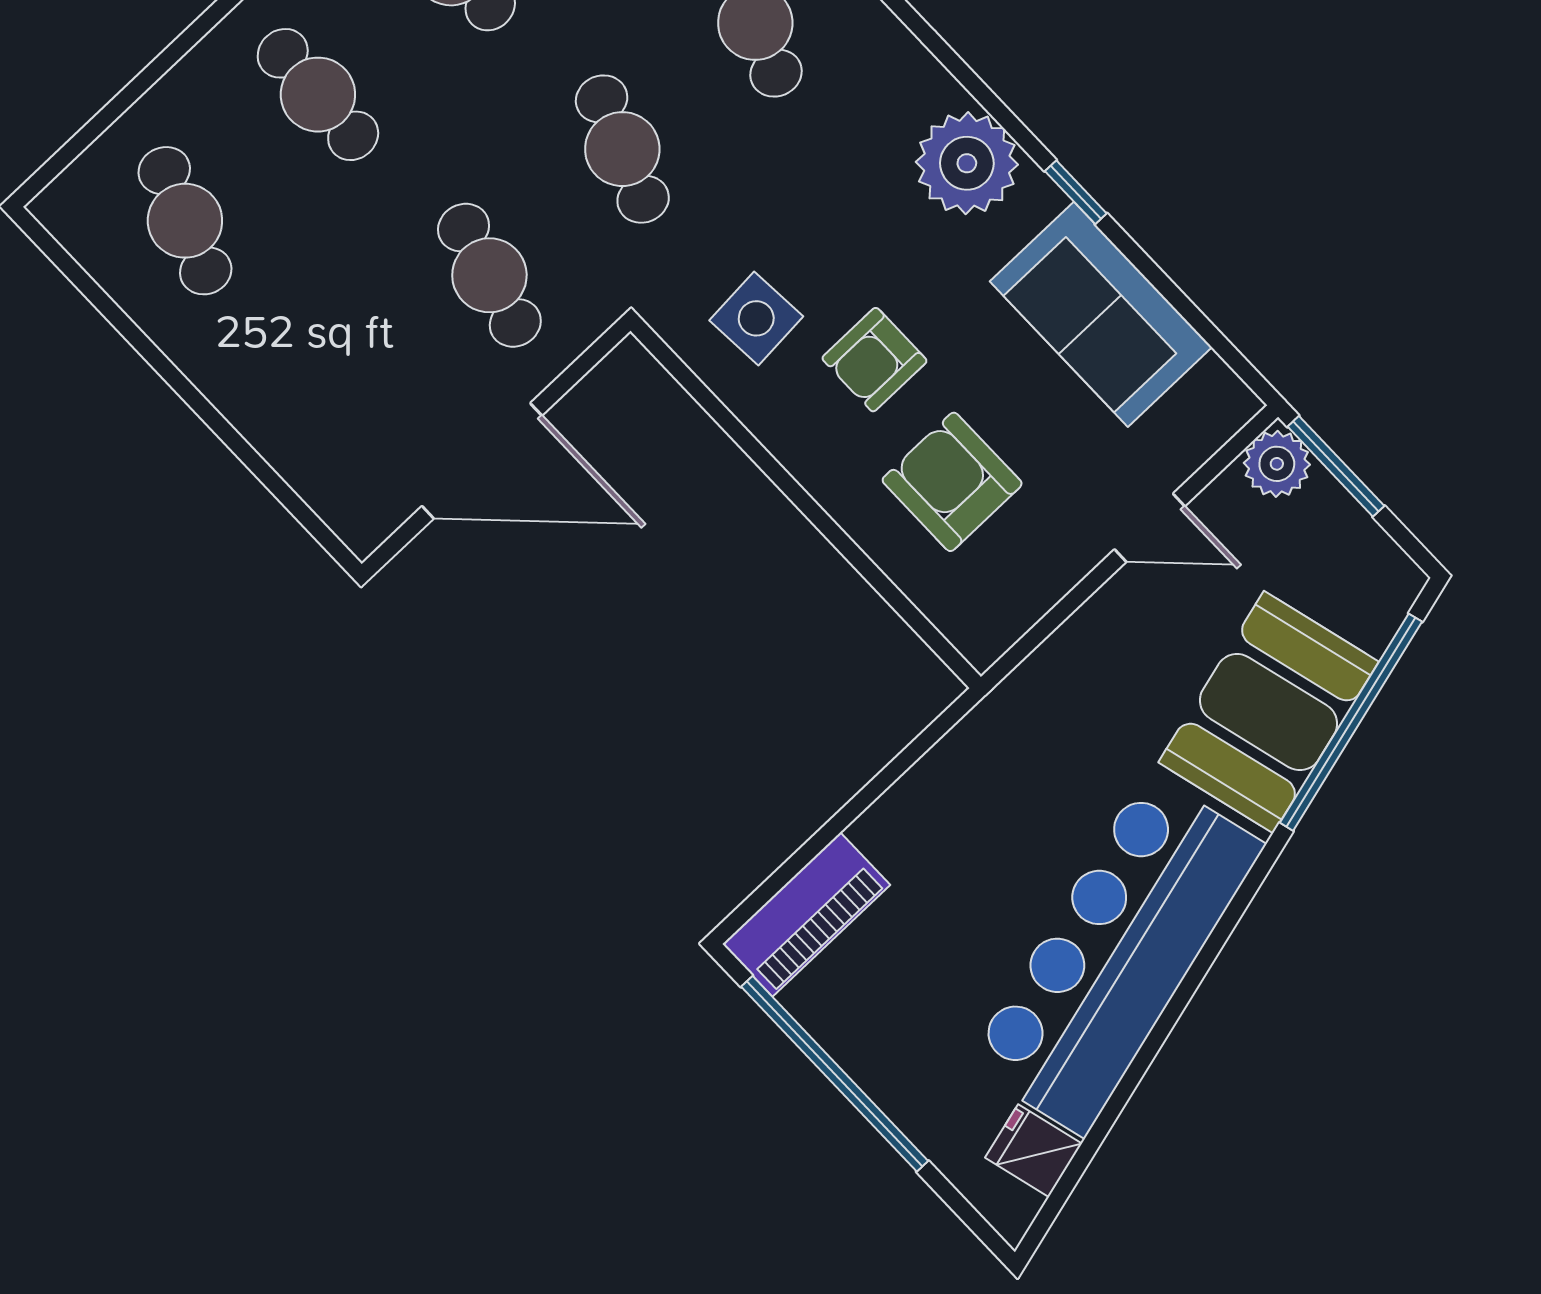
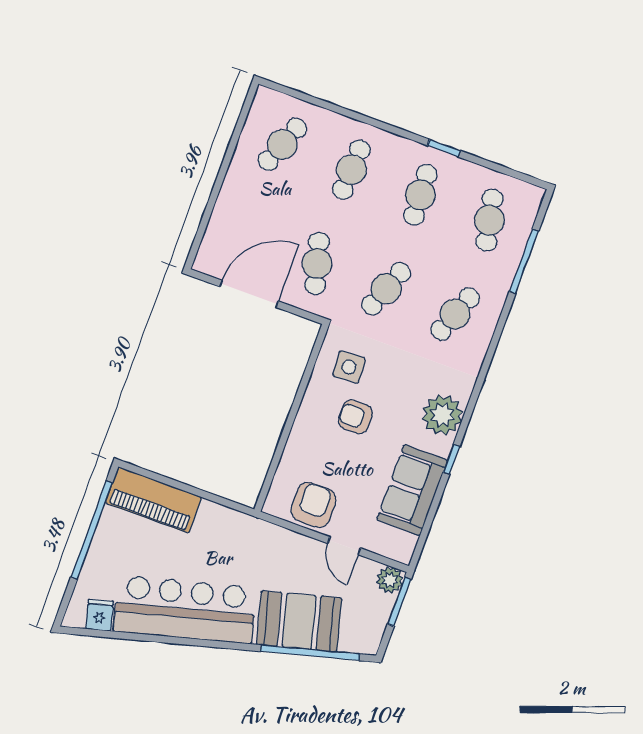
cafe table: (489, 275) -> (317, 263), turned -30
door: (482, 461) -> (249, 294), swing flipped
armchair: (952, 482) -> (314, 505), moved
piano: (806, 914) -> (153, 500), width x1.37, depth x1.33

